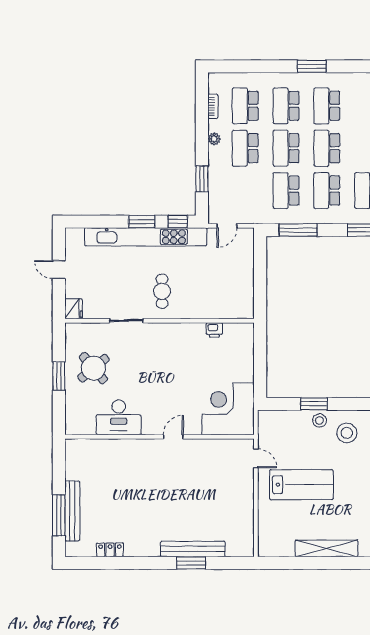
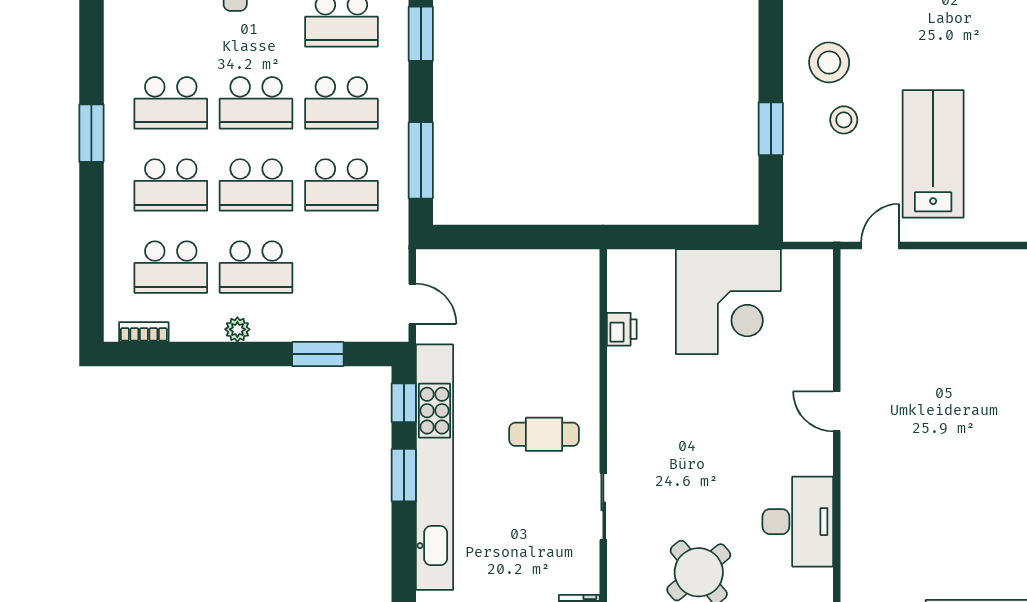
bookcase: (213, 106) -> (144, 332), moved
corner desk: (228, 409) -> (728, 302), moved, turned -90
stool: (319, 420) -> (844, 120), moved

